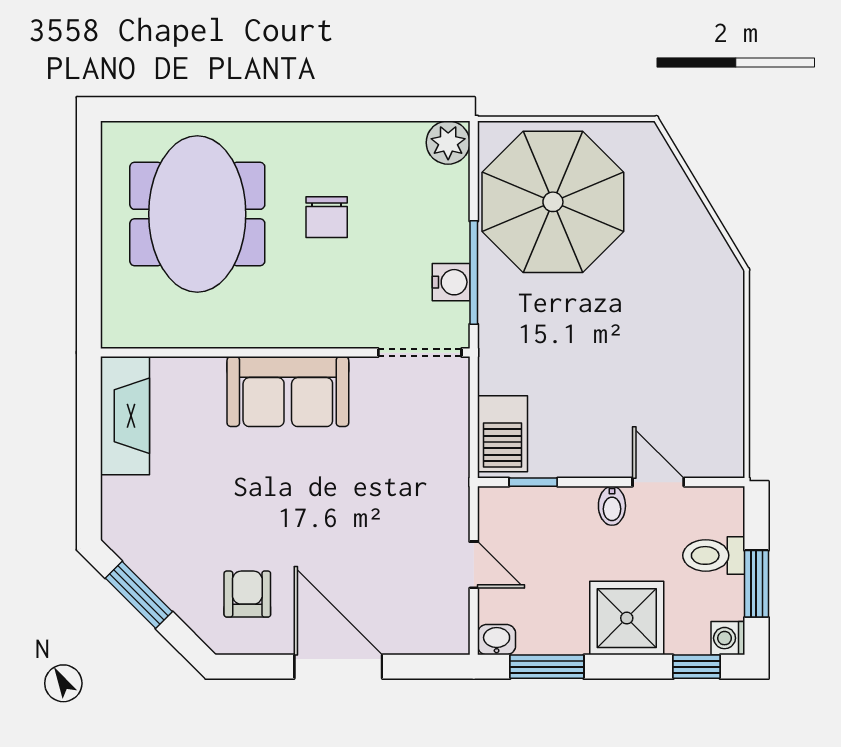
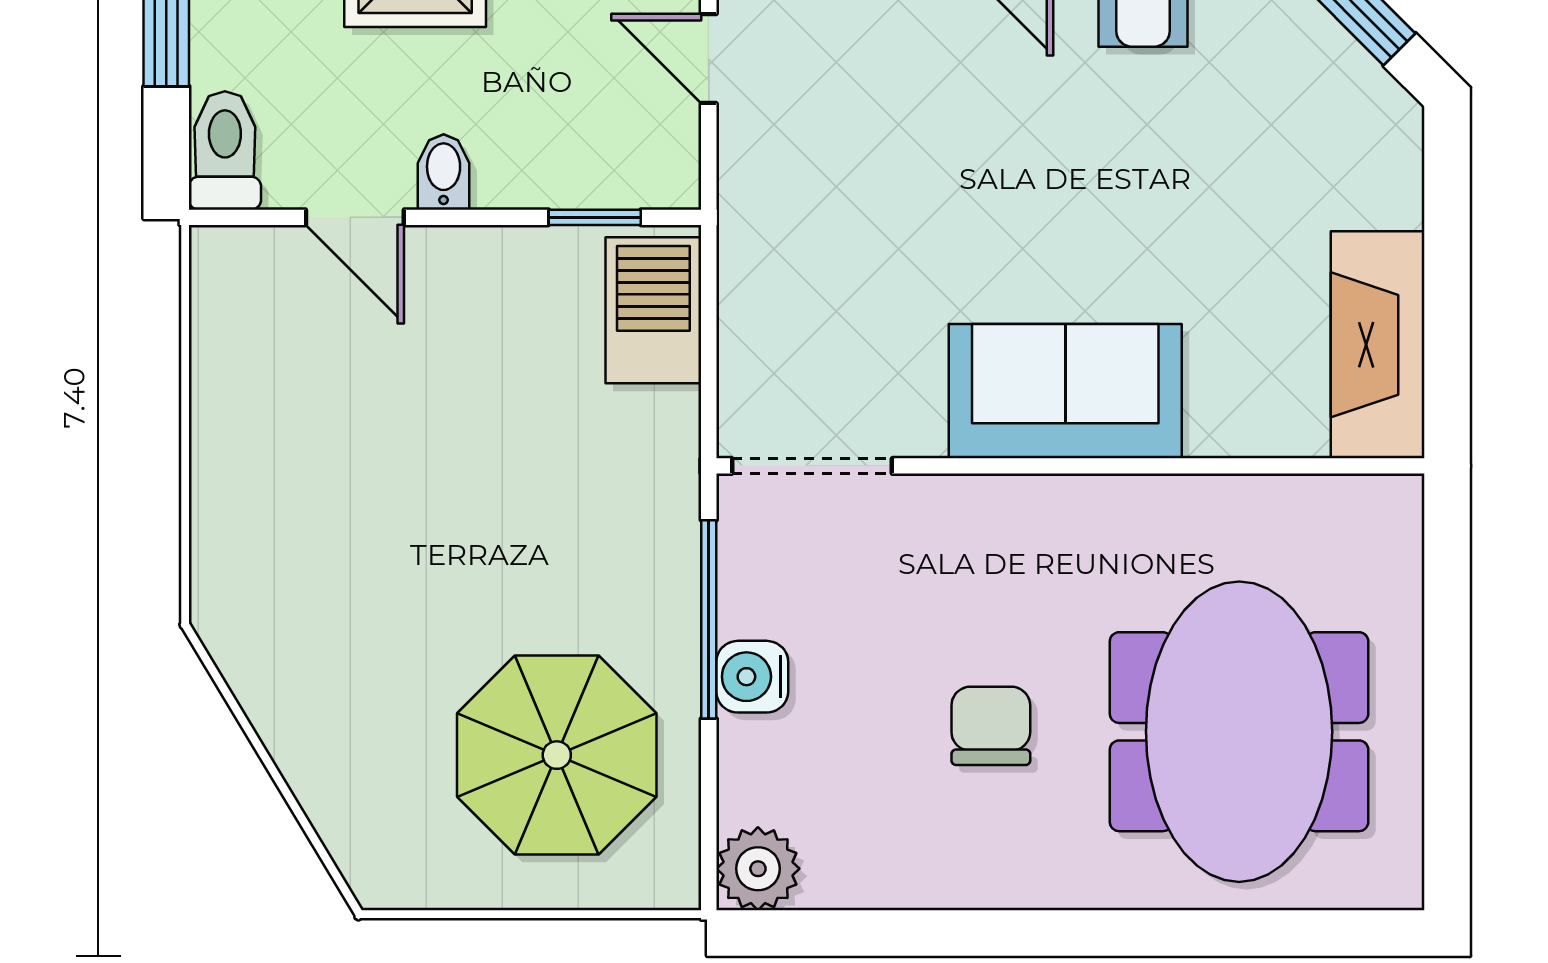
parasol: (553, 202) -> (557, 755), width x0.73, depth x0.73
water cooler: (451, 282) -> (752, 677), moved
toilet: (714, 555) -> (225, 151), moved, turned -90

